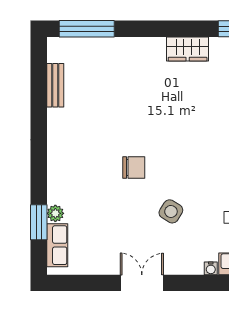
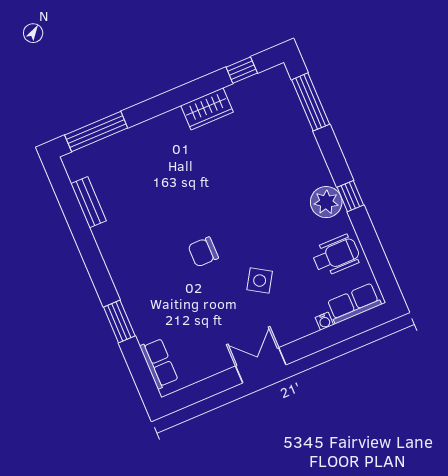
chair: (134, 167) -> (203, 252), turned 180
plant: (55, 213) -> (143, 332), removed
window: (39, 222) -> (119, 322), moved

